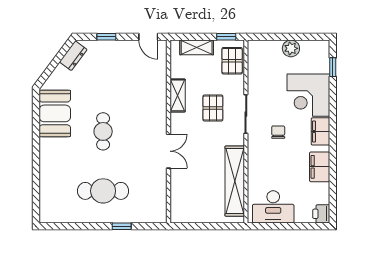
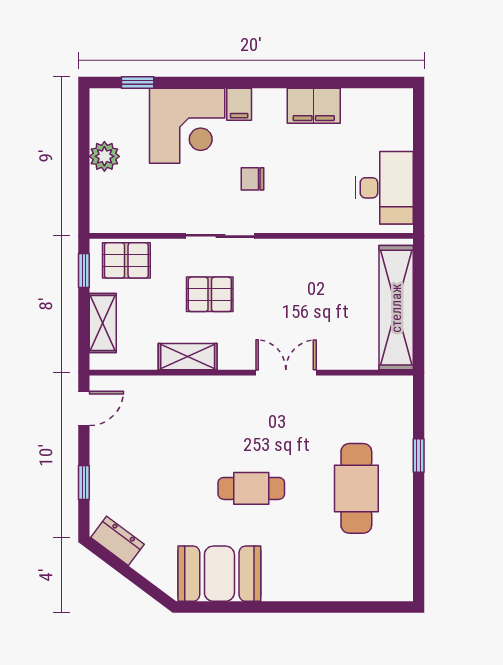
filing cabinet: (320, 131) -> (239, 104), width x0.50
shelving: (235, 181) -> (396, 308), moved, turned 90
printer: (321, 214) -> (397, 103), removed

